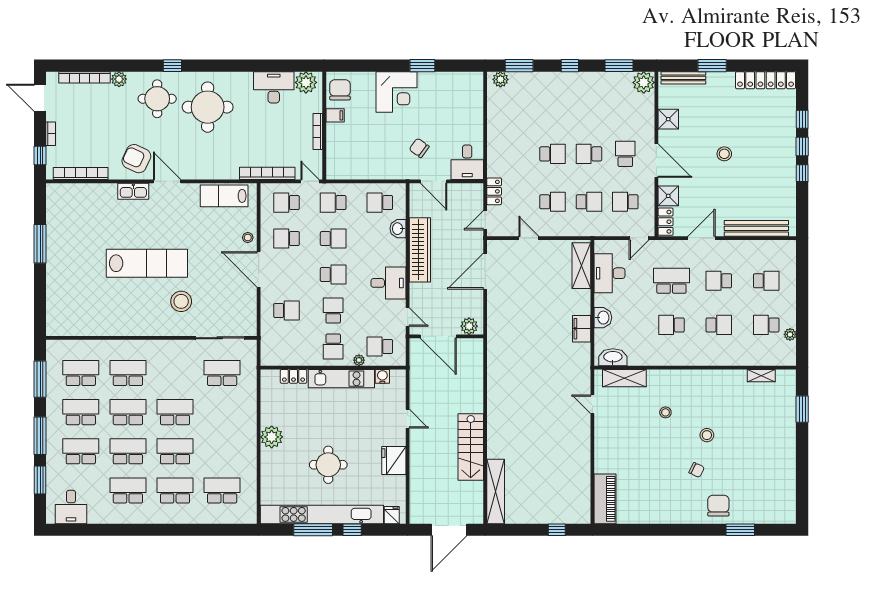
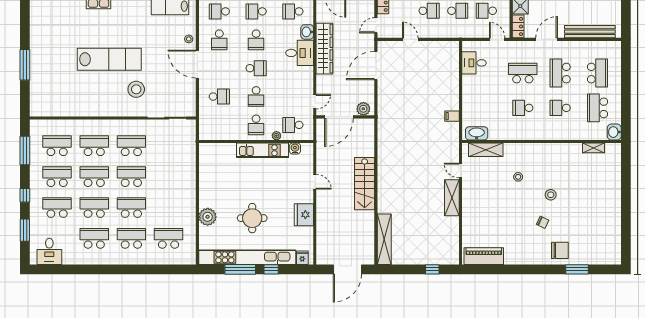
door: (639, 238) -> (497, 39), swing flipped
school desk: (286, 239) -> (219, 40), turned -90
school desk: (333, 239) -> (256, 40), turned 90
window: (40, 244) -> (25, 65), moved
shelving: (581, 266) -> (452, 198), moved
desk: (610, 273) -> (474, 63), width x0.73
school desk: (719, 281) -> (560, 73), width x1.85
school desk: (766, 281) -> (597, 73), width x1.85
desk: (388, 283) -> (300, 53), moved
school desk: (333, 311) -> (256, 97), turned 180
door: (408, 317) -> (315, 102), hinge flipped
washbasin: (603, 318) -> (614, 132), moved, turned 180
school desk: (719, 325) -> (560, 108), turned 180
school desk: (766, 325) -> (597, 108), width x1.85
filing cabinet: (582, 329) -> (452, 116), width x0.50
plant: (790, 334) -> (616, 115), removed
door: (438, 336) -> (339, 117), hinge flipped
school desk: (222, 373) -> (131, 146), moved
locker: (293, 376) -> (225, 148), removed
window: (802, 409) -> (626, 174), removed
window: (40, 436) -> (25, 195), width x0.46
plant: (272, 437) -> (208, 217), moved
stairs: (471, 447) -> (365, 184), moved
piano: (605, 499) -> (484, 256), moved, turned -90
chair: (718, 506) -> (560, 250), turned 90

